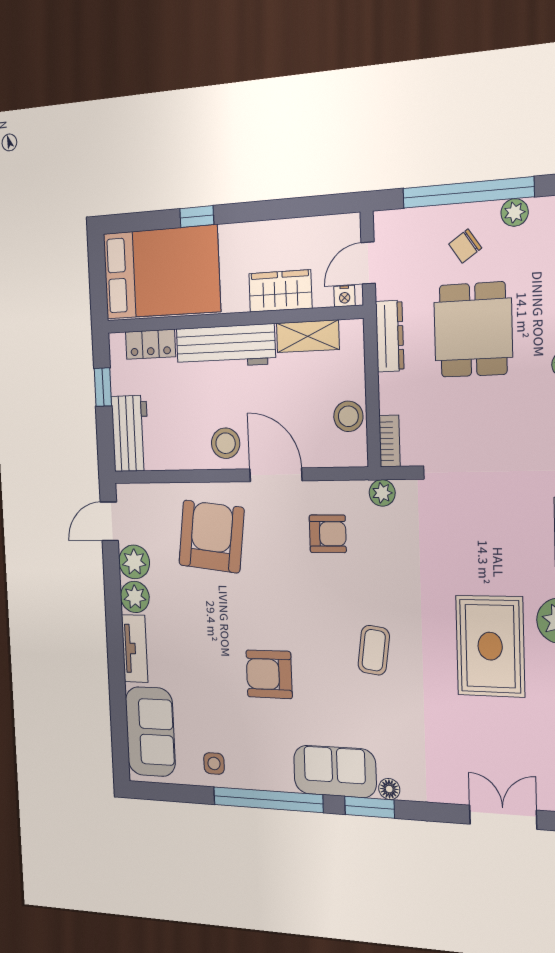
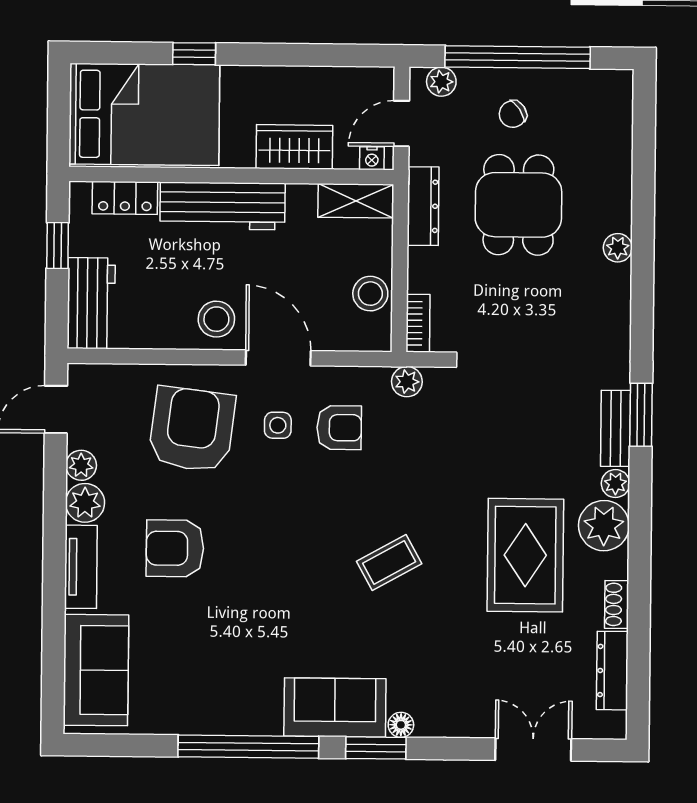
plant: (515, 212) -> (441, 82), moved
shelving: (308, 336) -> (356, 201), moved
plant: (134, 562) -> (81, 465), width x0.73, depth x0.73
coffee table: (374, 650) -> (389, 563), turned 53
armchair: (269, 674) -> (175, 548), moved
side table: (214, 763) -> (278, 425), moved

